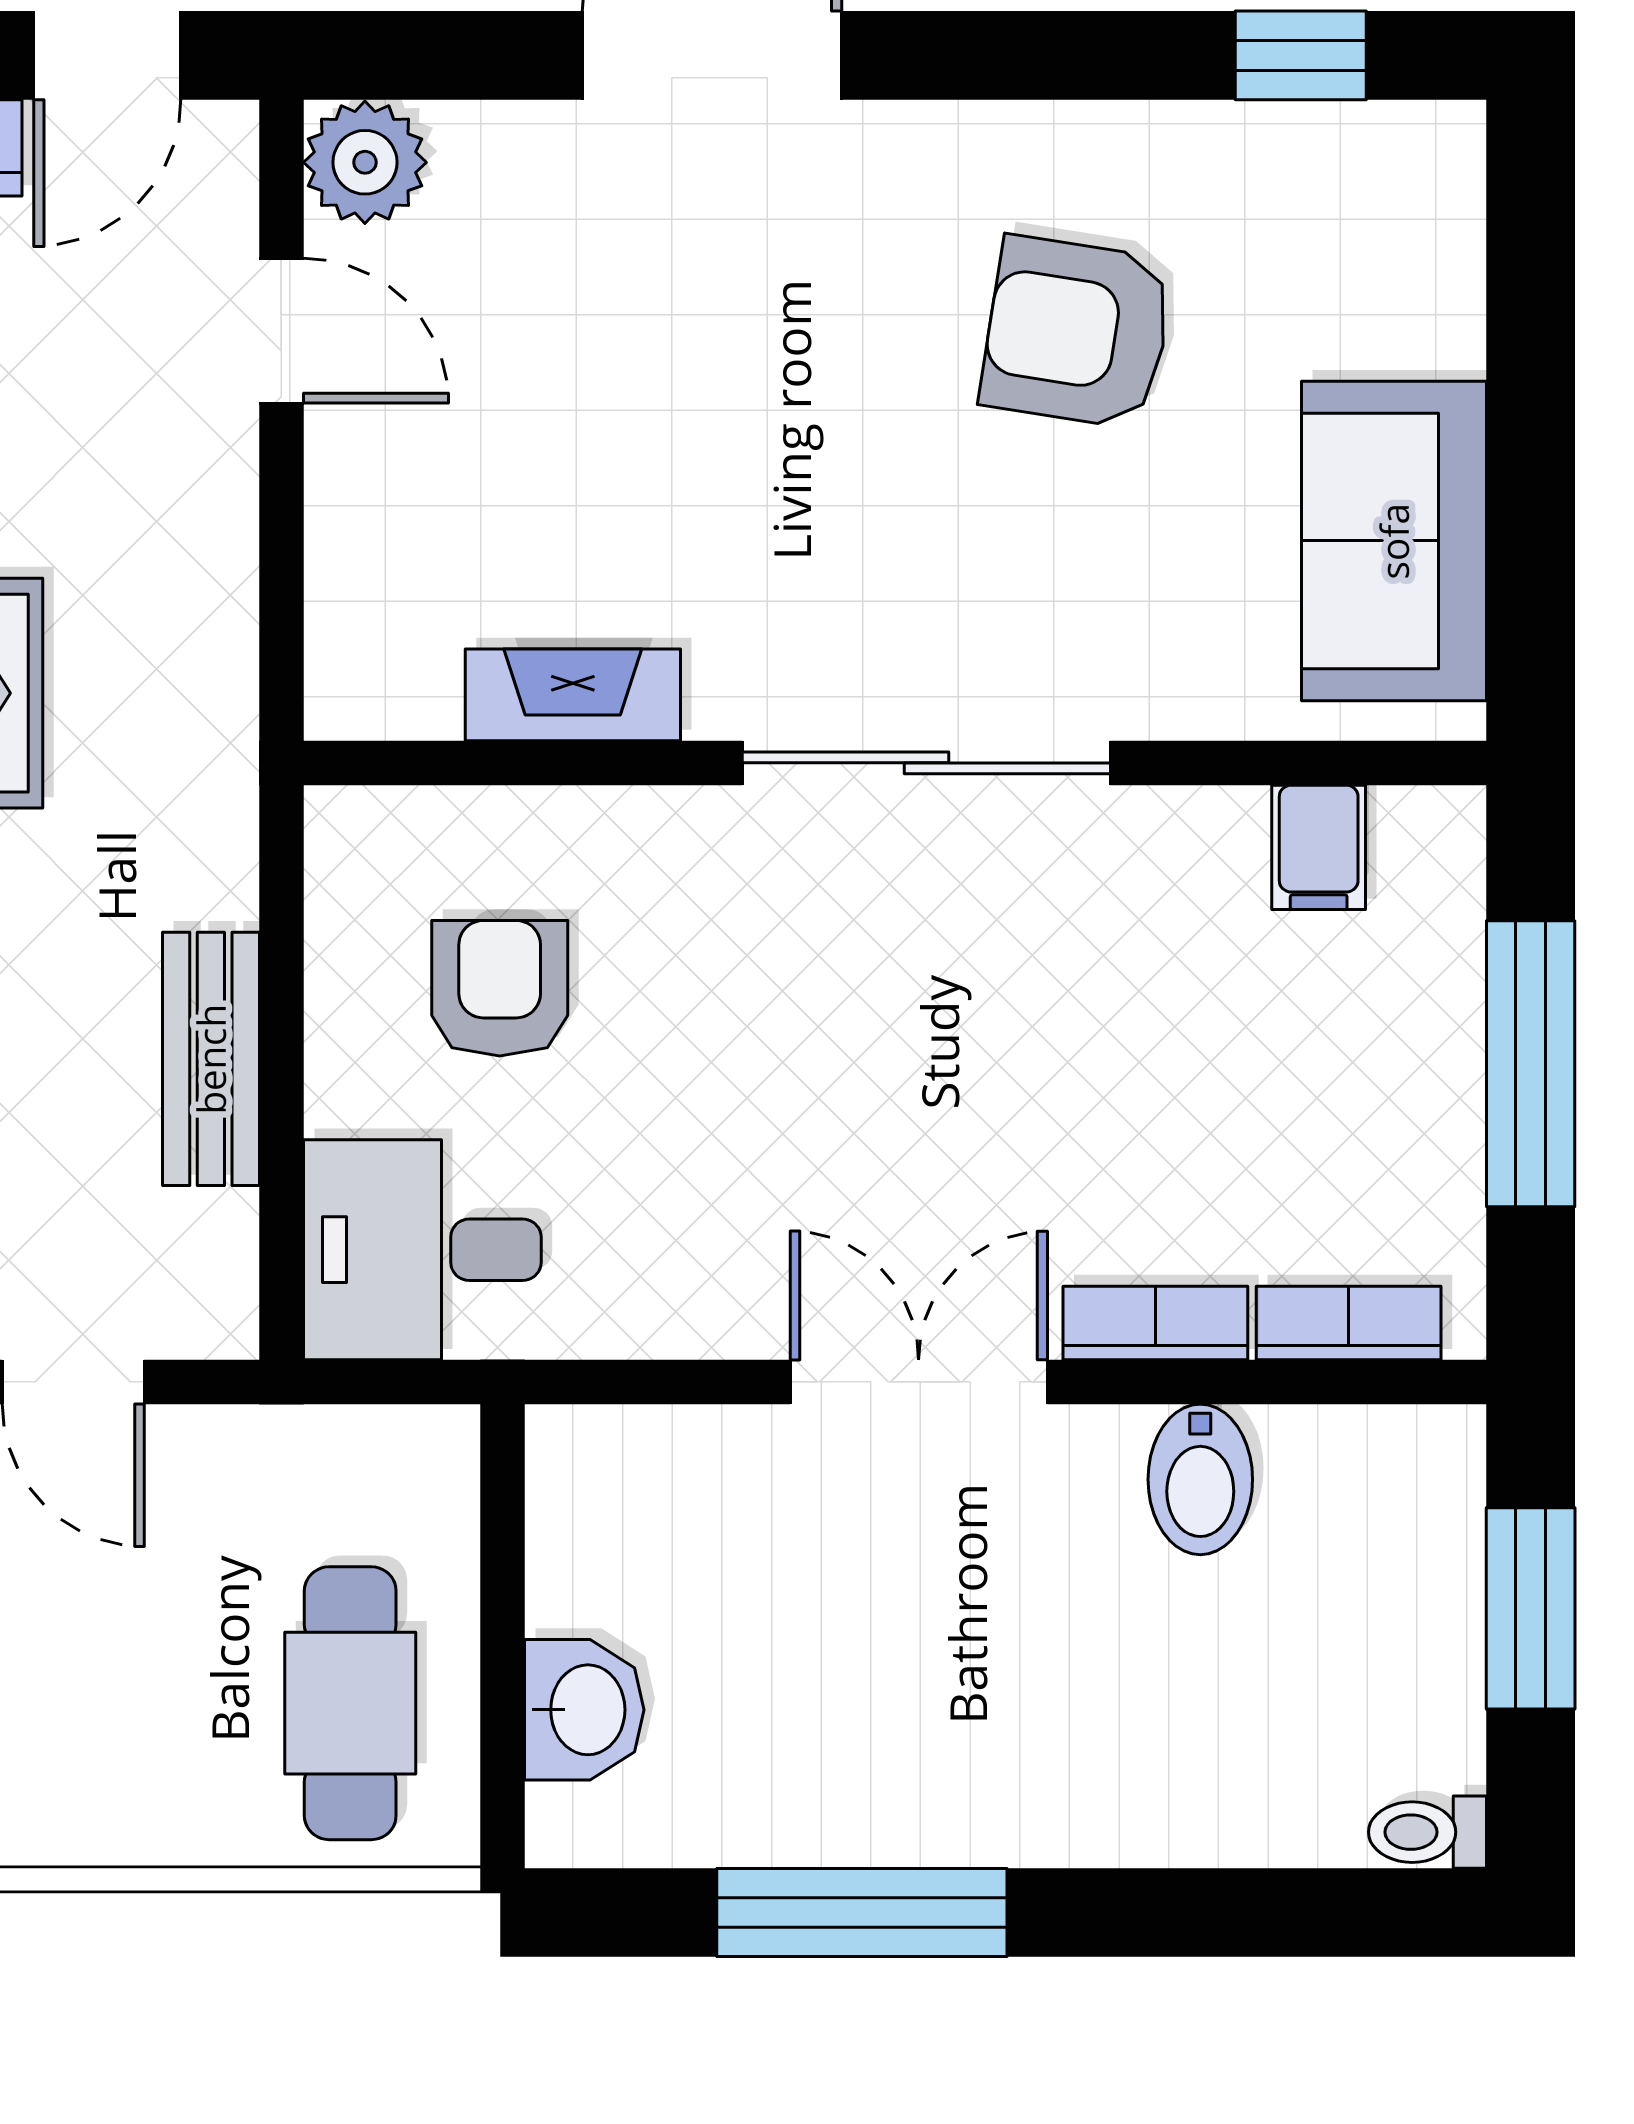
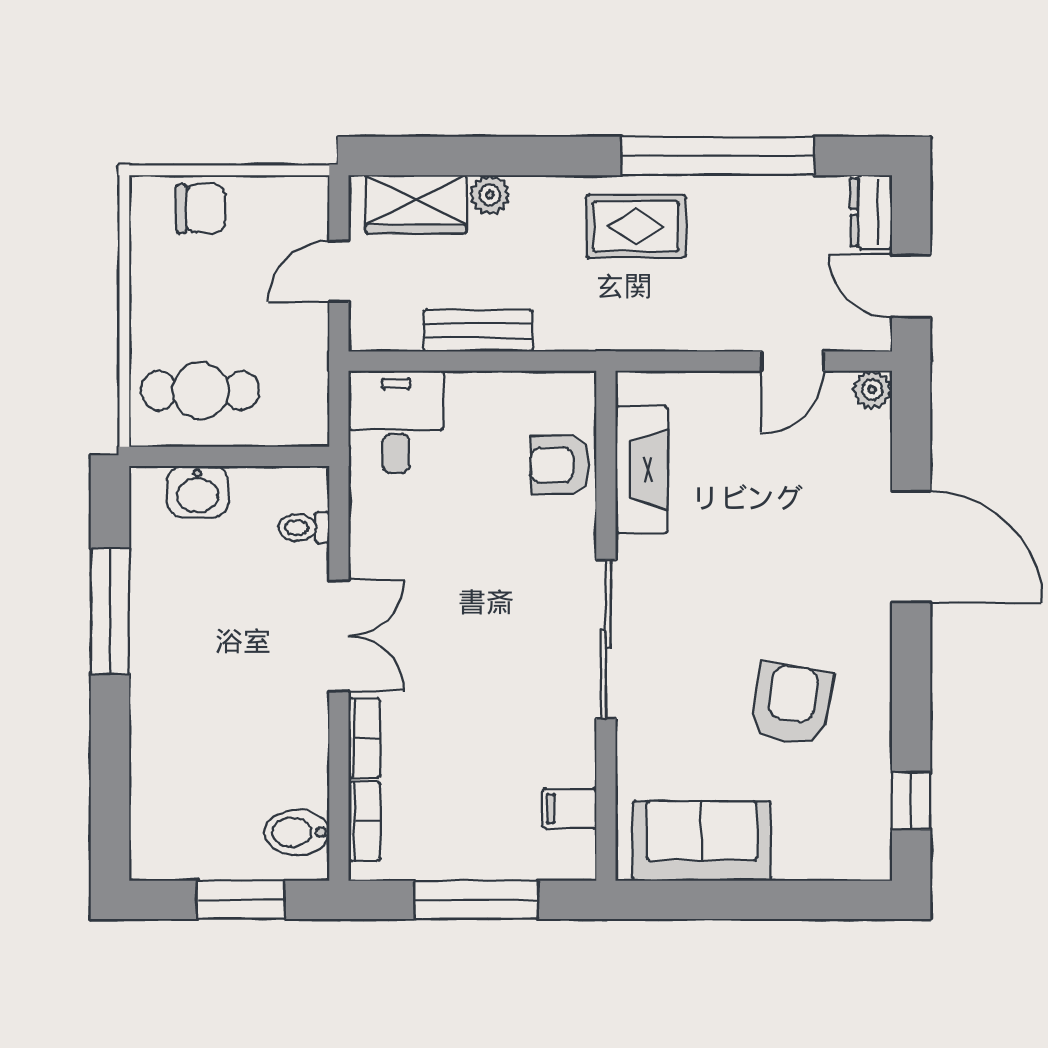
plant: (365, 162) -> (872, 390), width x0.73, depth x0.73
fireplace: (573, 695) -> (642, 470), width x1.37, depth x1.32
armchair: (500, 988) -> (560, 465), moved, turned 180
bidet: (1200, 1479) -> (297, 832), moved
toilet: (1427, 1832) -> (304, 528), moved, turned -90

